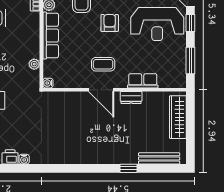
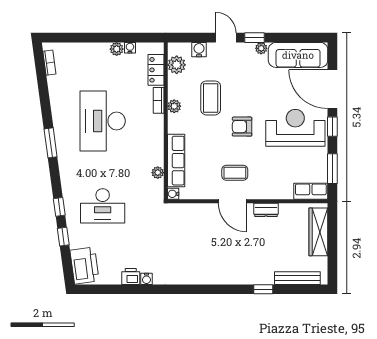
armchair: (110, 23) -> (242, 127), turned -90
reception desk: (157, 24) -> (295, 128), turned 180
row of seats: (51, 36) -> (176, 161), moved
row of seats: (143, 81) -> (311, 191), moved

